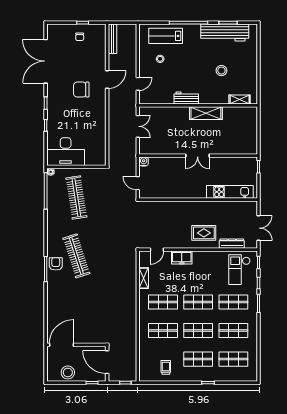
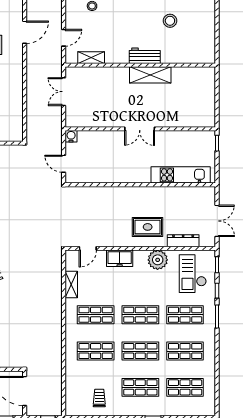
workbench: (186, 98) -> (145, 56), moved
shelving: (240, 100) -> (91, 58), moved
double door: (138, 126) -> (64, 92), swing flipped
plant: (212, 259) -> (158, 260), added

